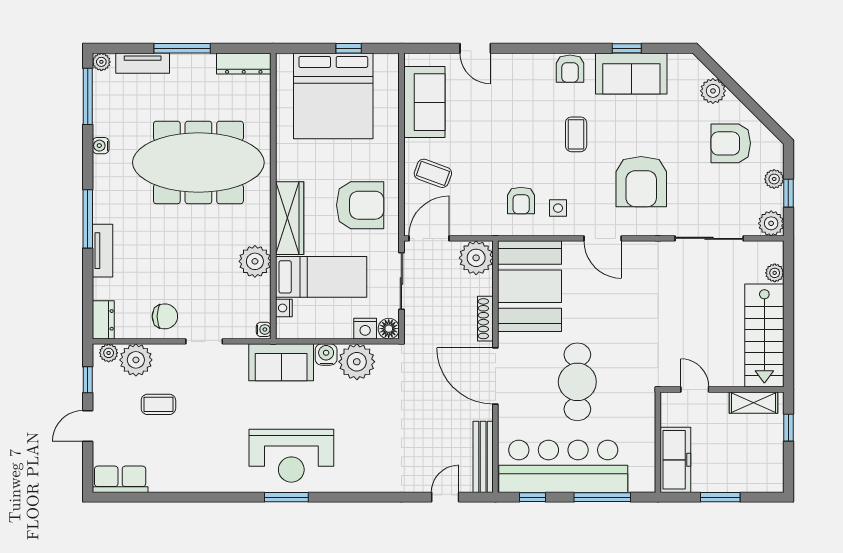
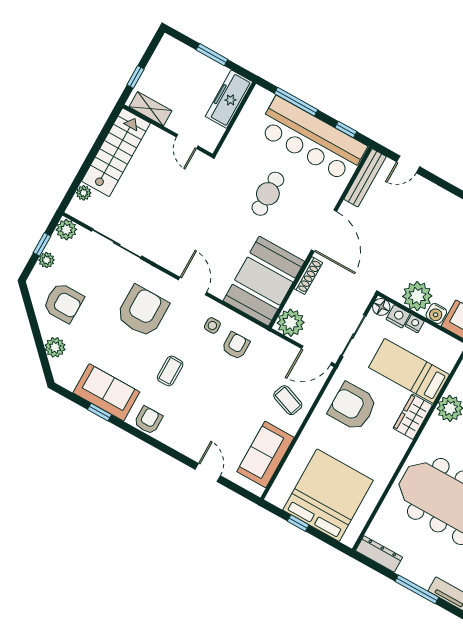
wardrobe: (290, 218) -> (413, 417), width x0.67
nightstand: (284, 308) -> (415, 324), moved, turned -90
cafe table: (577, 382) -> (268, 194), width x0.73, depth x0.74

